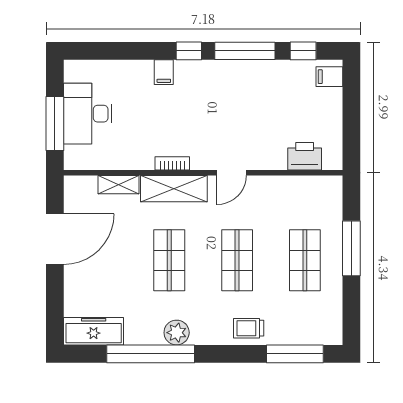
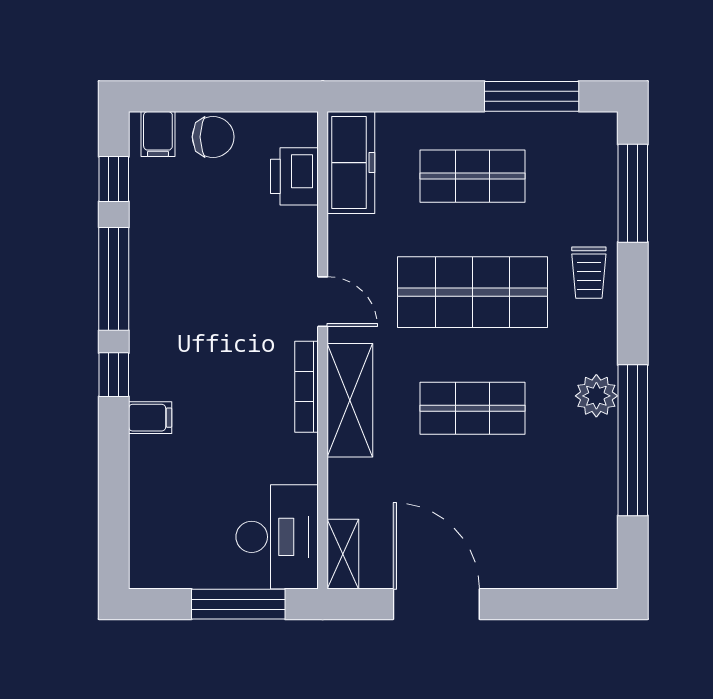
chair: (328, 109) -> (213, 137), added
desk: (88, 114) -> (277, 537), moved, turned -90
bookcase: (172, 163) -> (307, 387), width x1.56
shelving: (119, 185) -> (343, 554), moved
window: (351, 248) -> (532, 96), moved
shop shelf: (237, 260) -> (472, 292), width x1.43, depth x1.36
freezer: (94, 331) -> (351, 163), moved, turned 180

